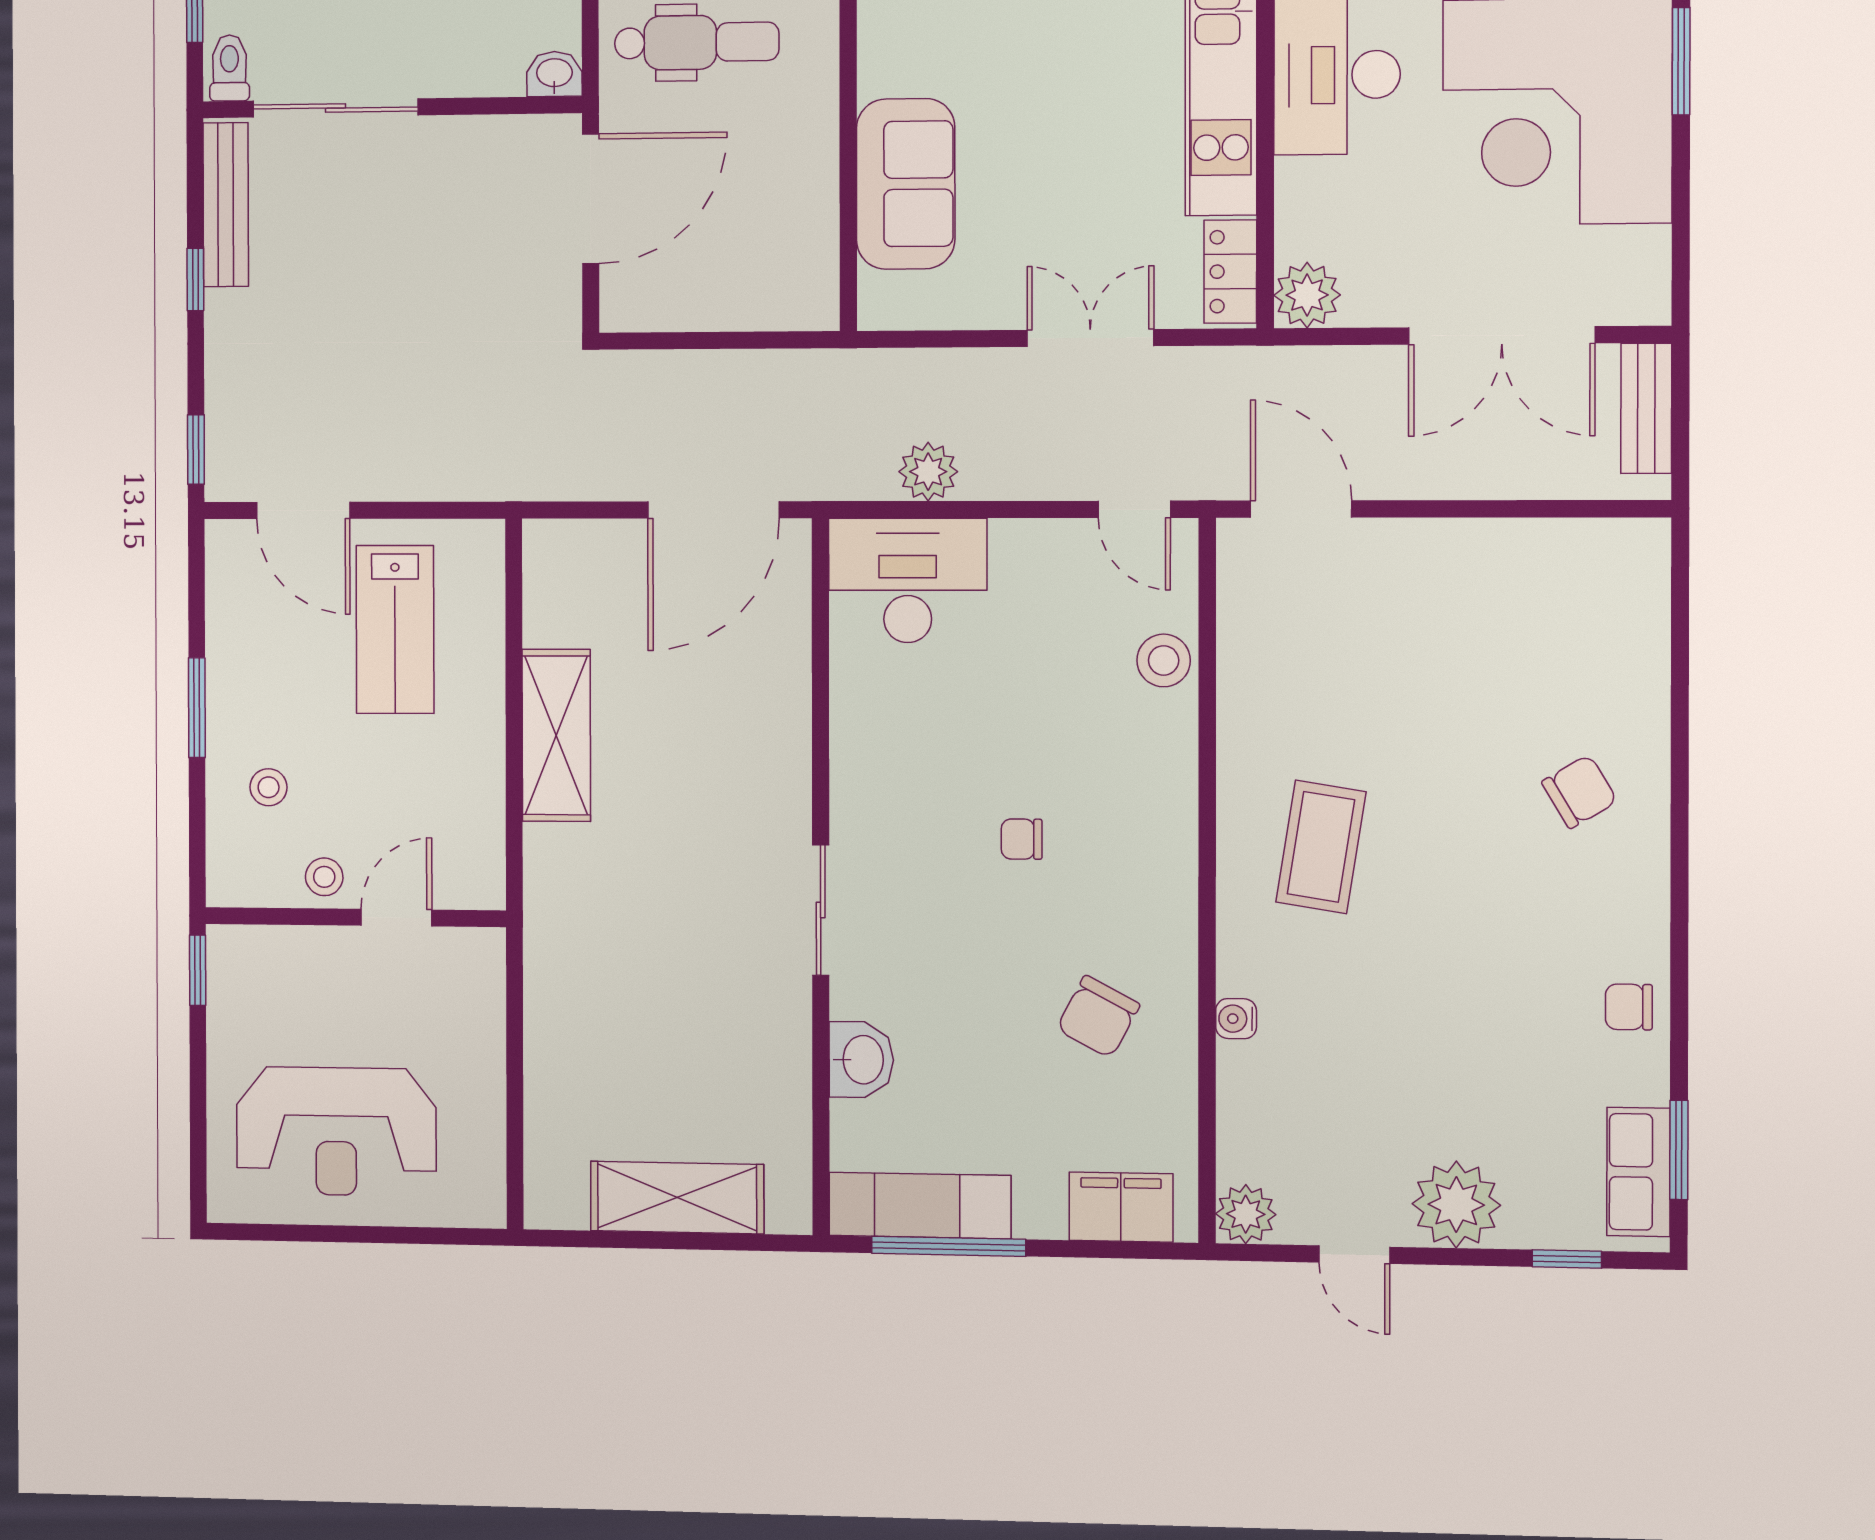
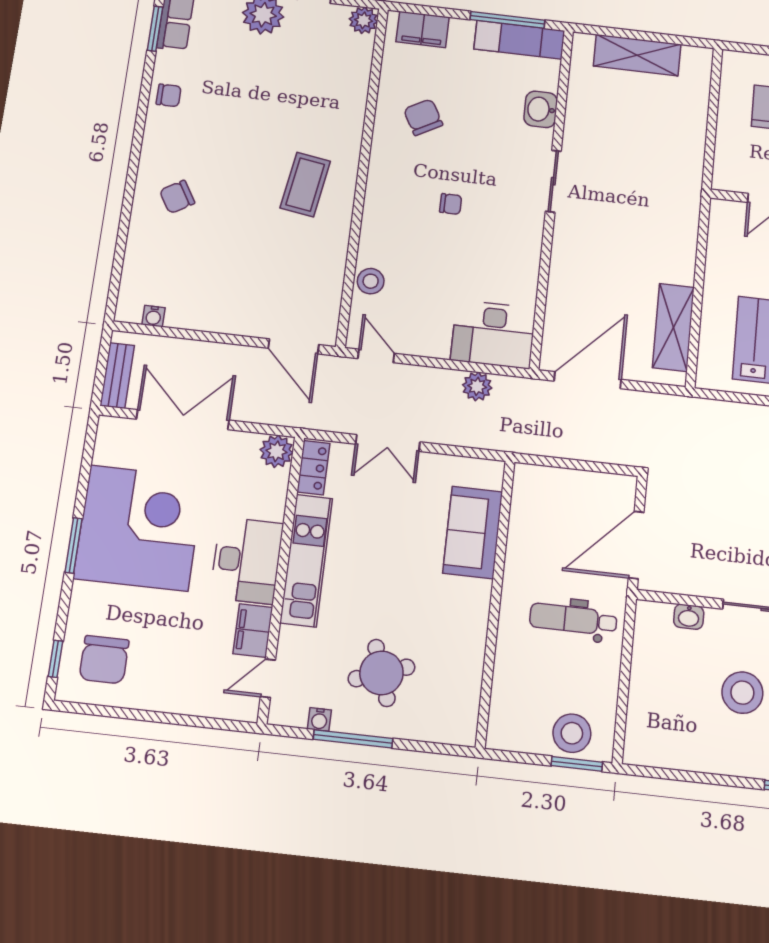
washbasin: (554, 74) -> (689, 617), moved
shelving: (556, 735) -> (673, 327), moved
chair: (1098, 1017) -> (423, 117), turned -57
water cooler: (1236, 1019) -> (154, 316), moved, turned 90

